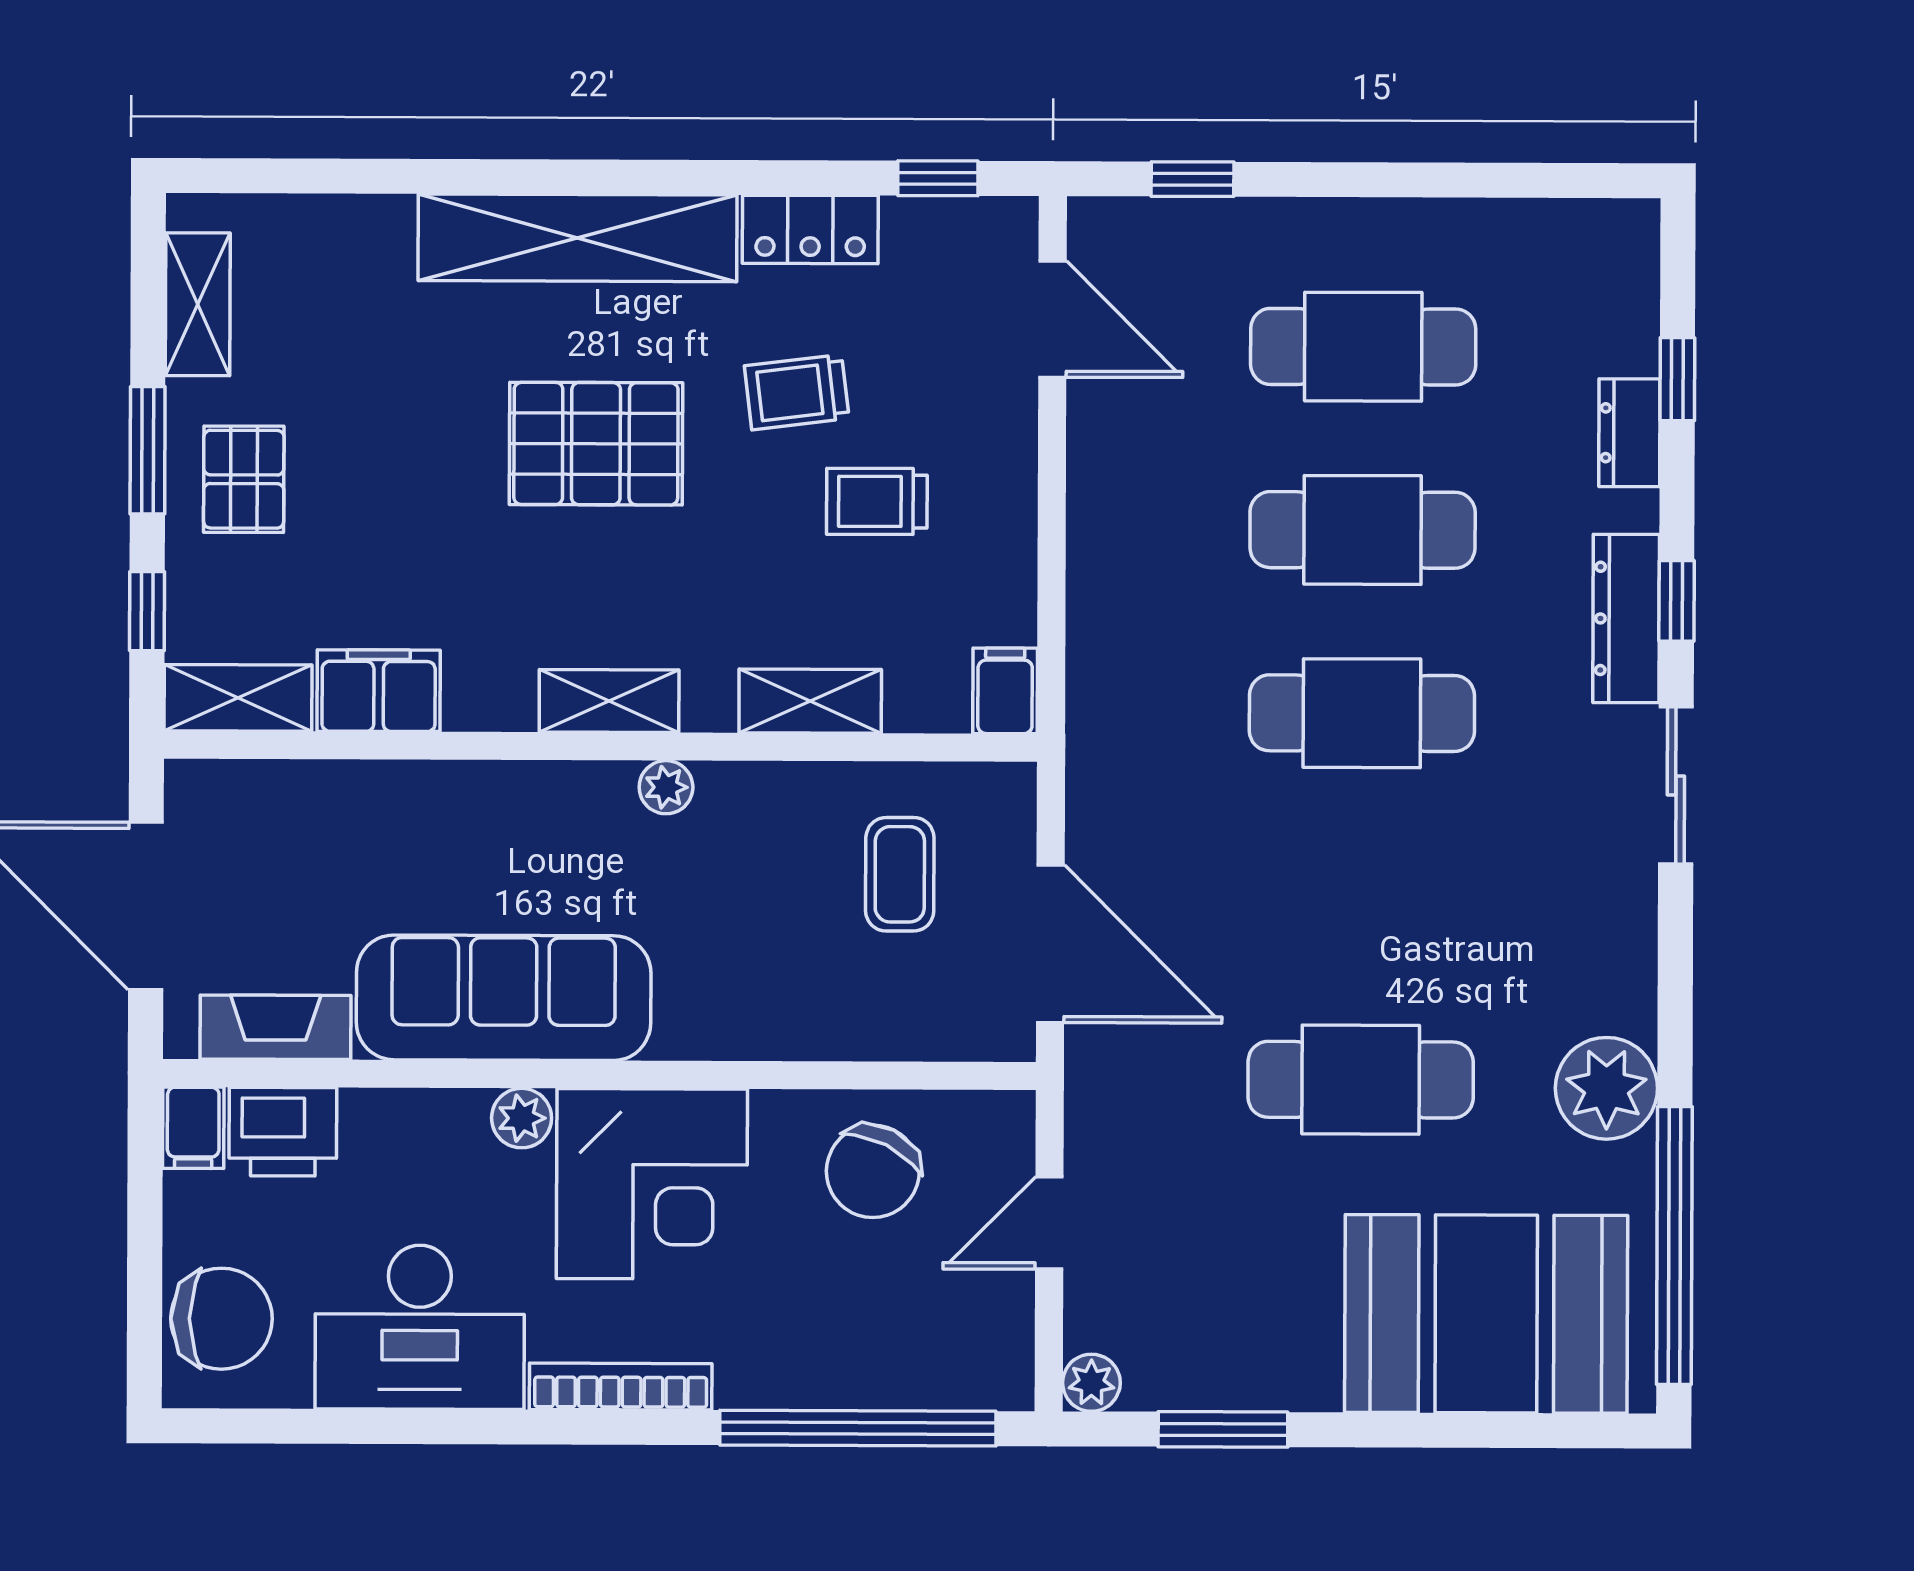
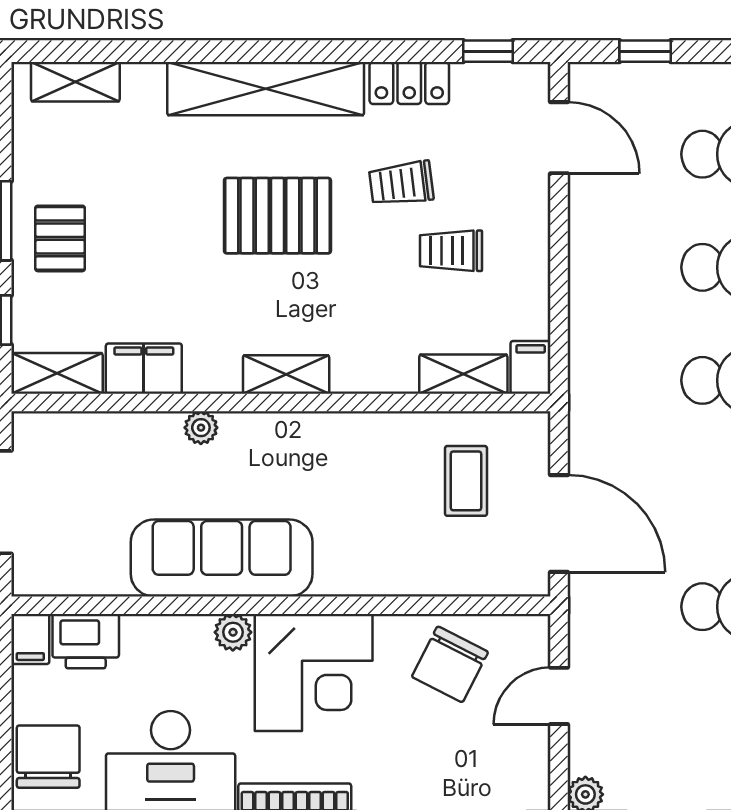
shelving: (198, 304) -> (75, 82), moved, turned 90
shelving: (810, 701) -> (463, 374), moved
plant: (666, 787) -> (201, 428), moved
fireplace: (276, 1027) -> (81, 577), removed
chair: (221, 1319) -> (48, 757), turned -90

